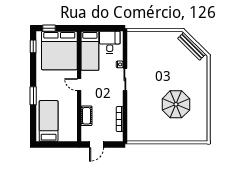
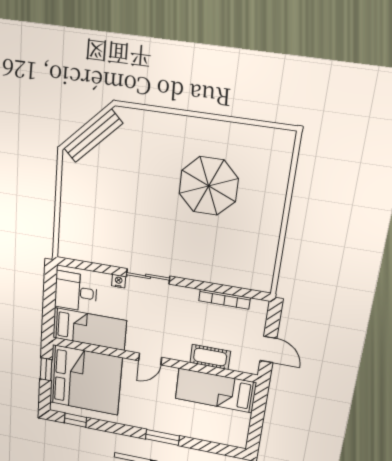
window: (49, 28) -> (46, 369), moved
bed: (49, 121) -> (216, 391), moved

